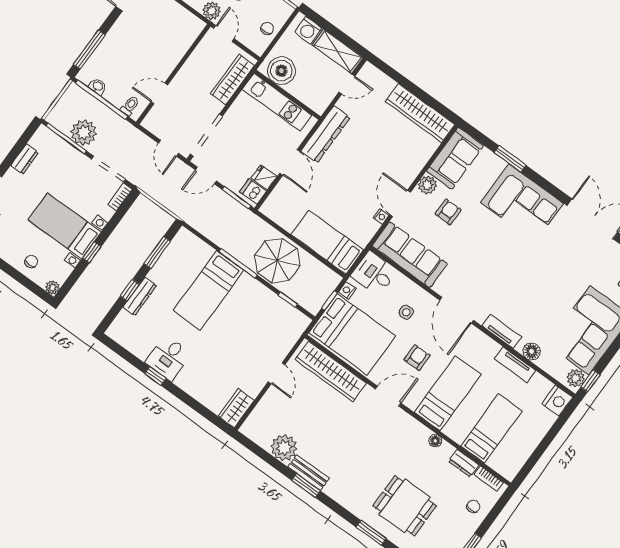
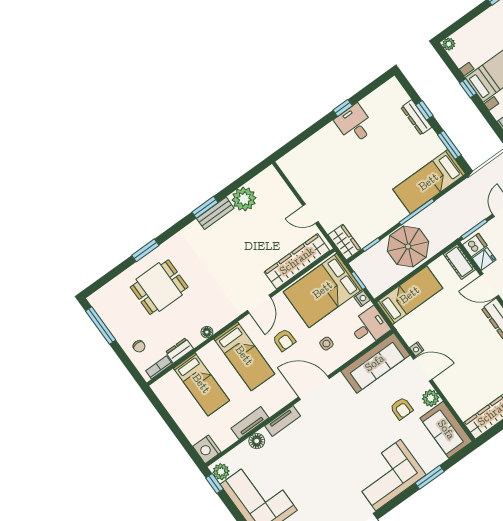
cot: (276, 202) -> (459, 262), added
chair: (31, 261) -> (477, 33), removed
bed: (209, 290) -> (429, 182), moved, turned -90
wardrobe: (236, 408) -> (344, 242), moved

